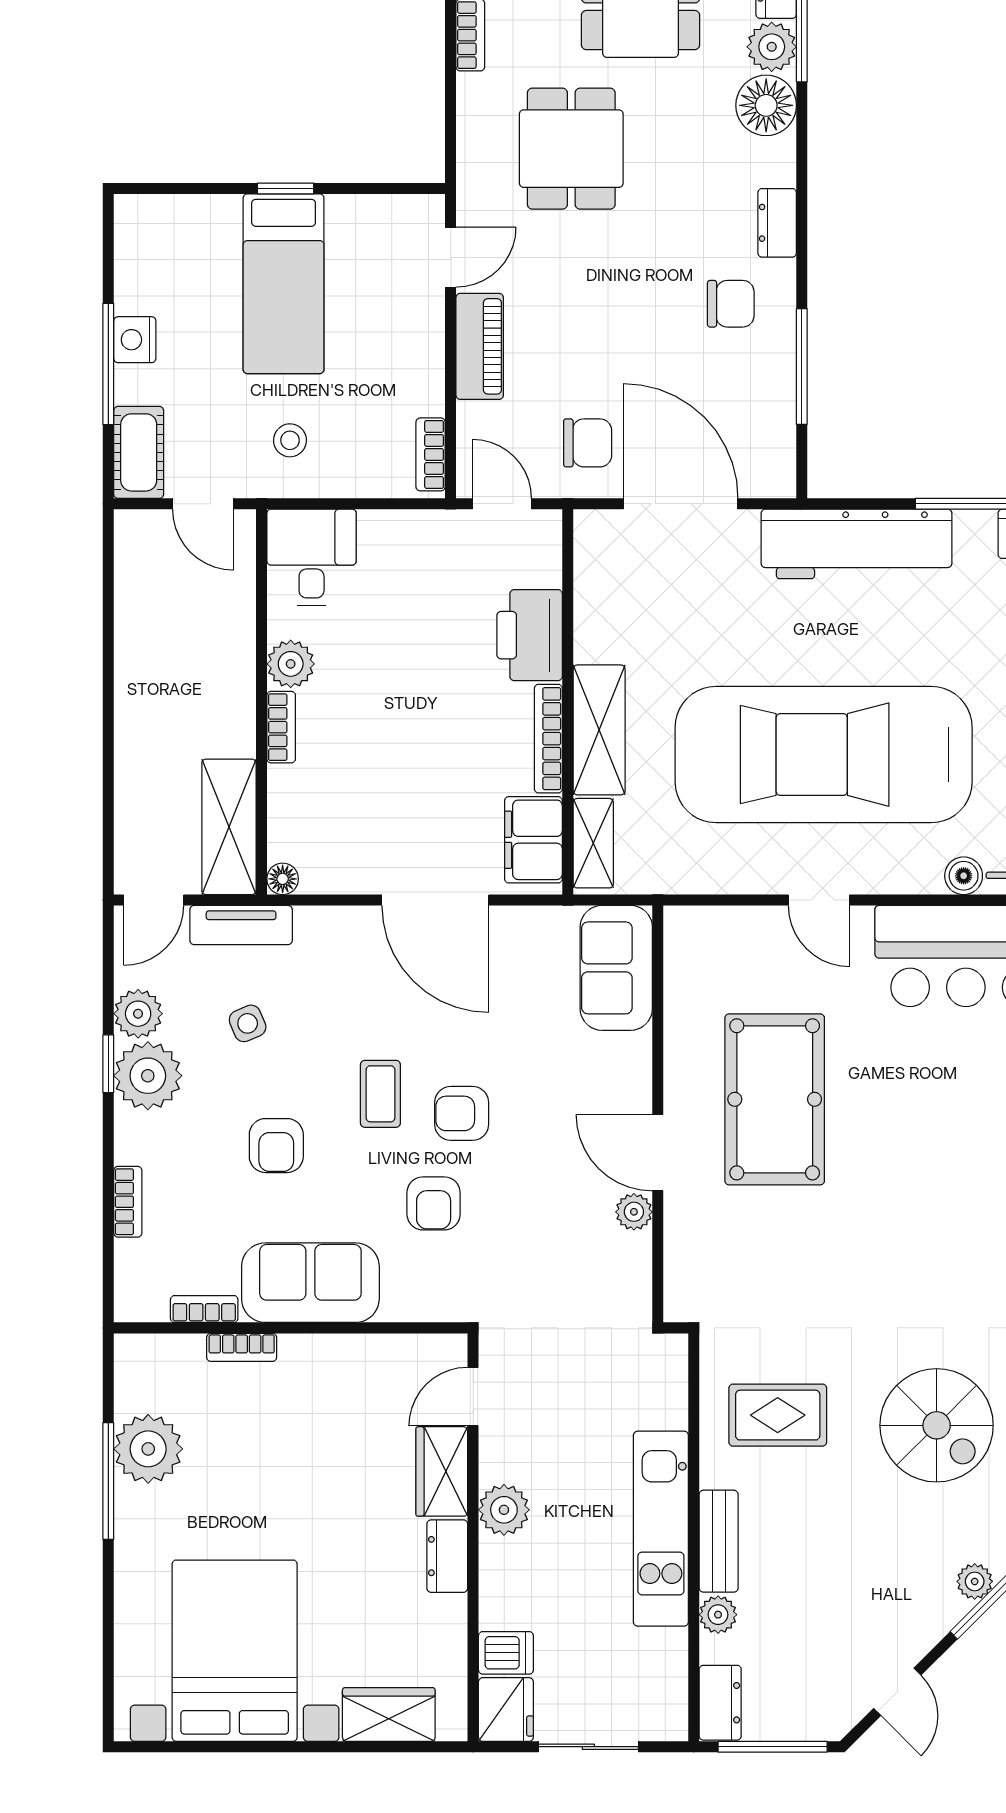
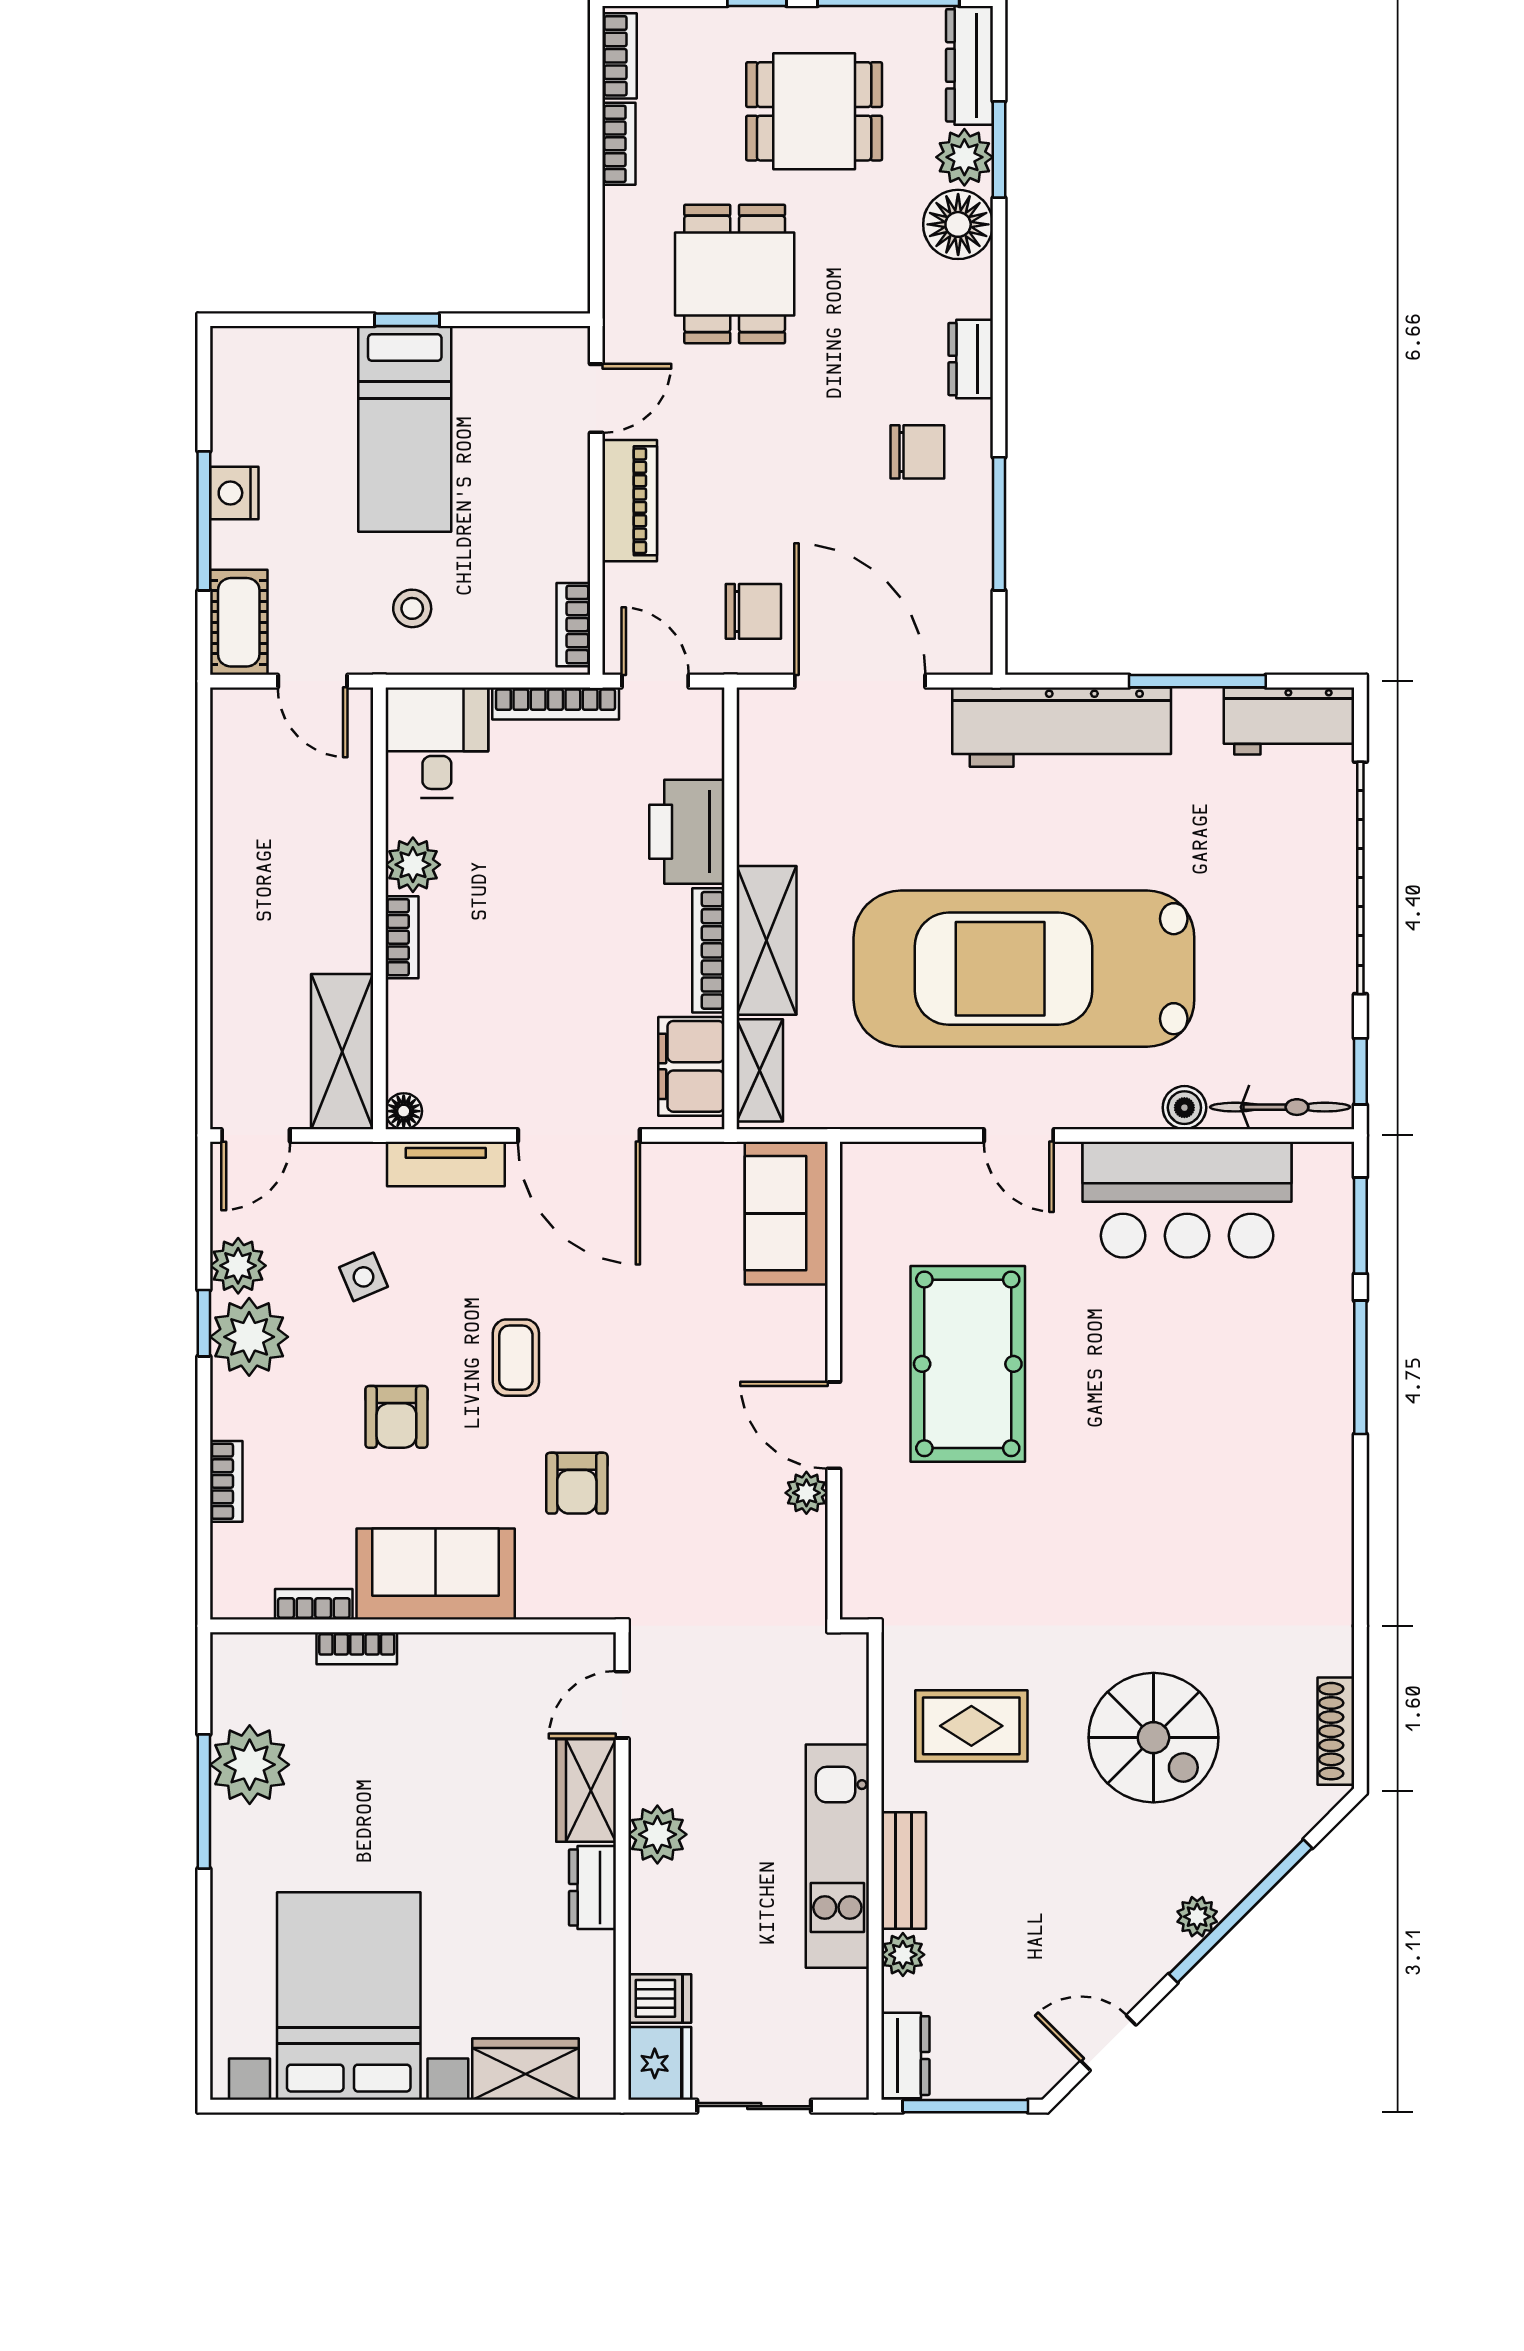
bookcase: (415, 523) -> (556, 704), added
tv unit: (241, 925) -> (446, 1164), moved
armchair: (462, 1113) -> (609, 1380), removed
door: (897, 1692) -> (1108, 2043), swing flipped

